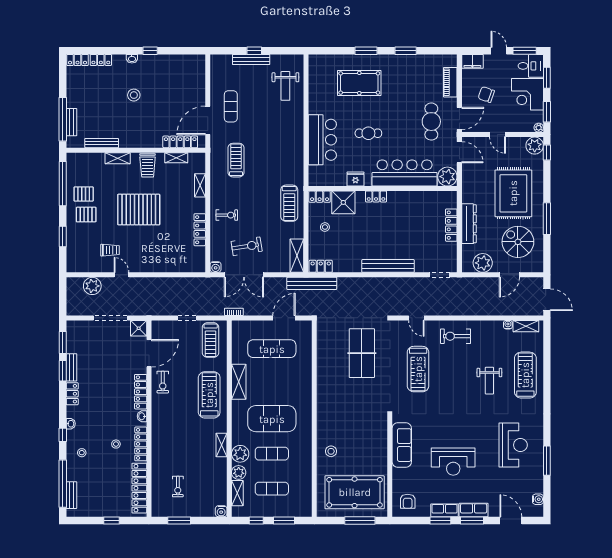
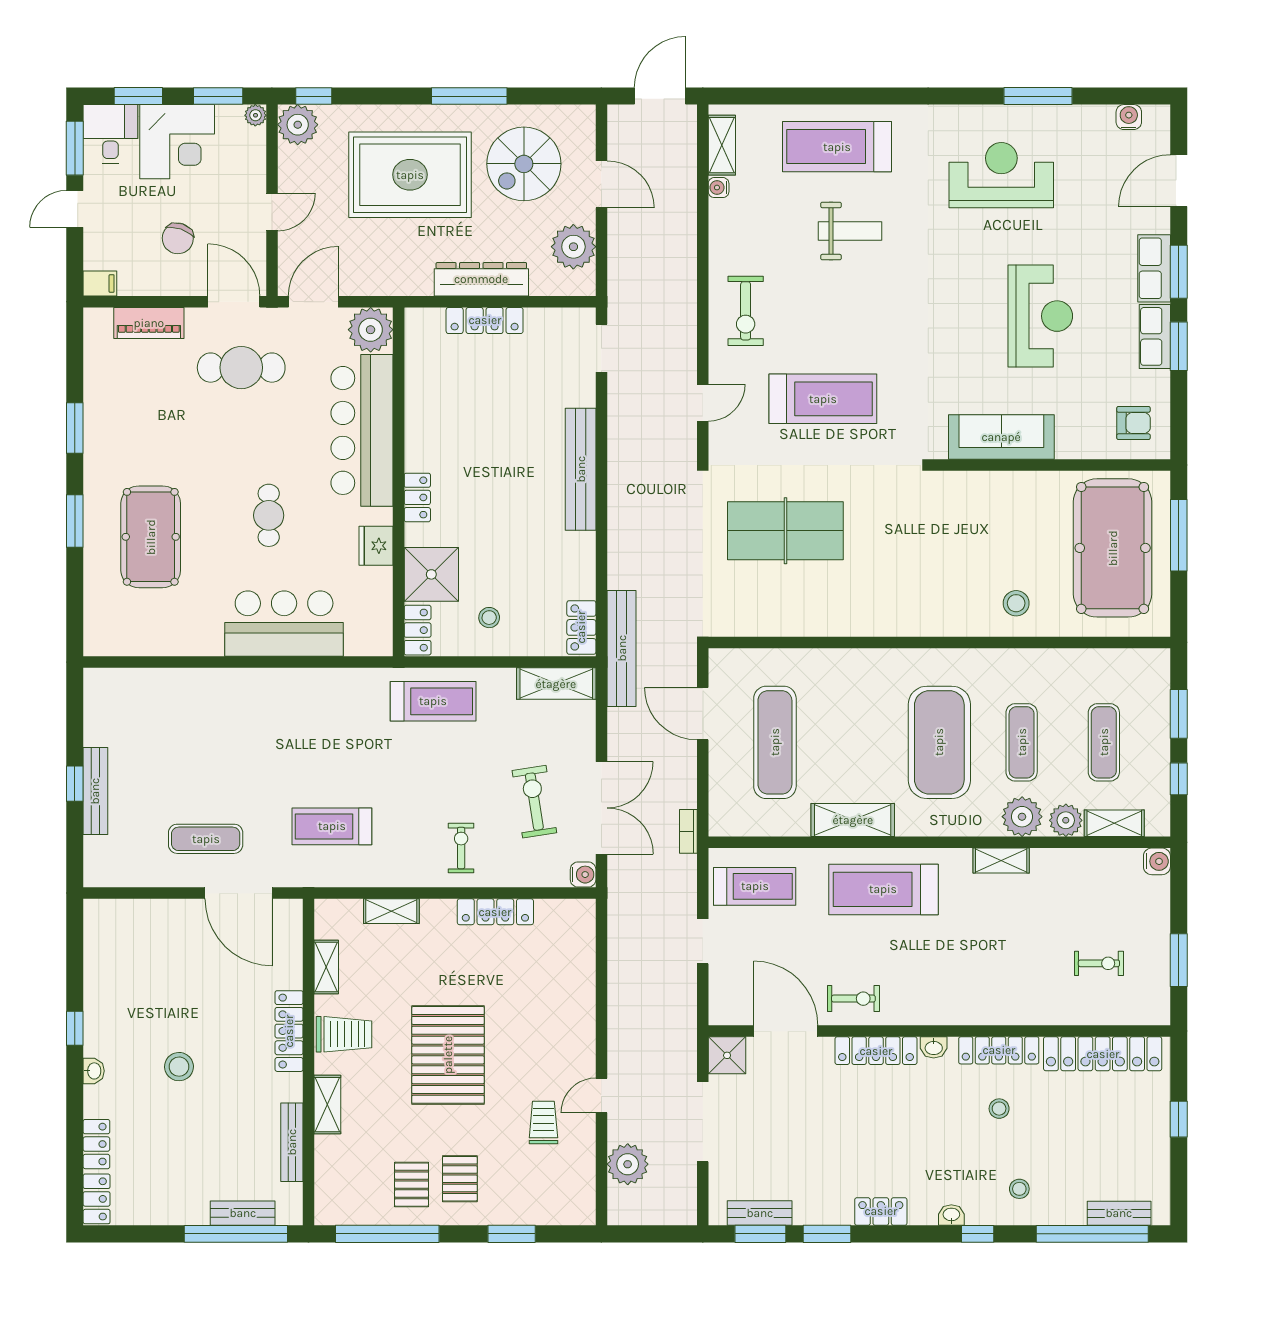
filing cabinet: (472, 61) -> (100, 283), width x0.50
weight bench: (285, 86) -> (158, 710), removed
locker: (180, 142) -> (289, 1031), moved
bench: (71, 367) -> (760, 1213), moved

